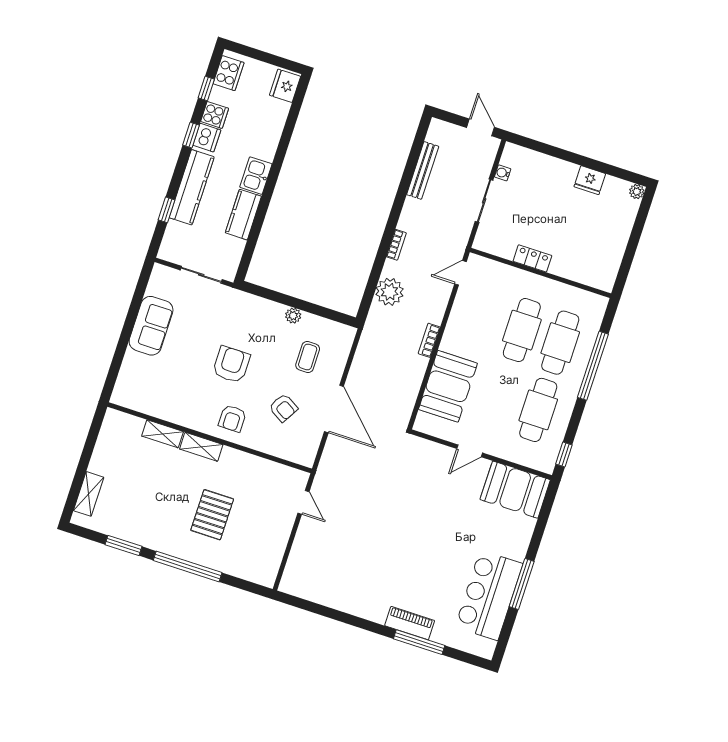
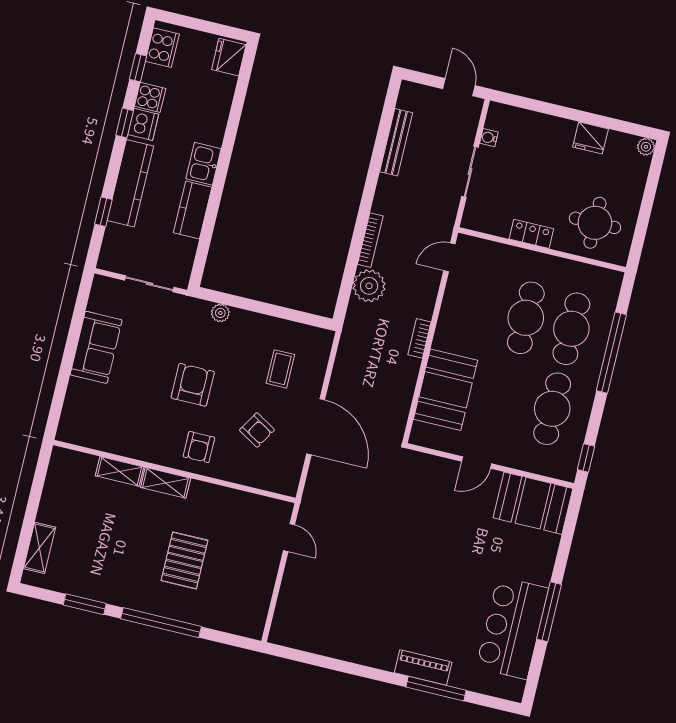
bookcase: (396, 245) -> (370, 240), width x1.56
round table: (588, 253) -> (595, 223), added
plant: (293, 316) -> (220, 313), moved

